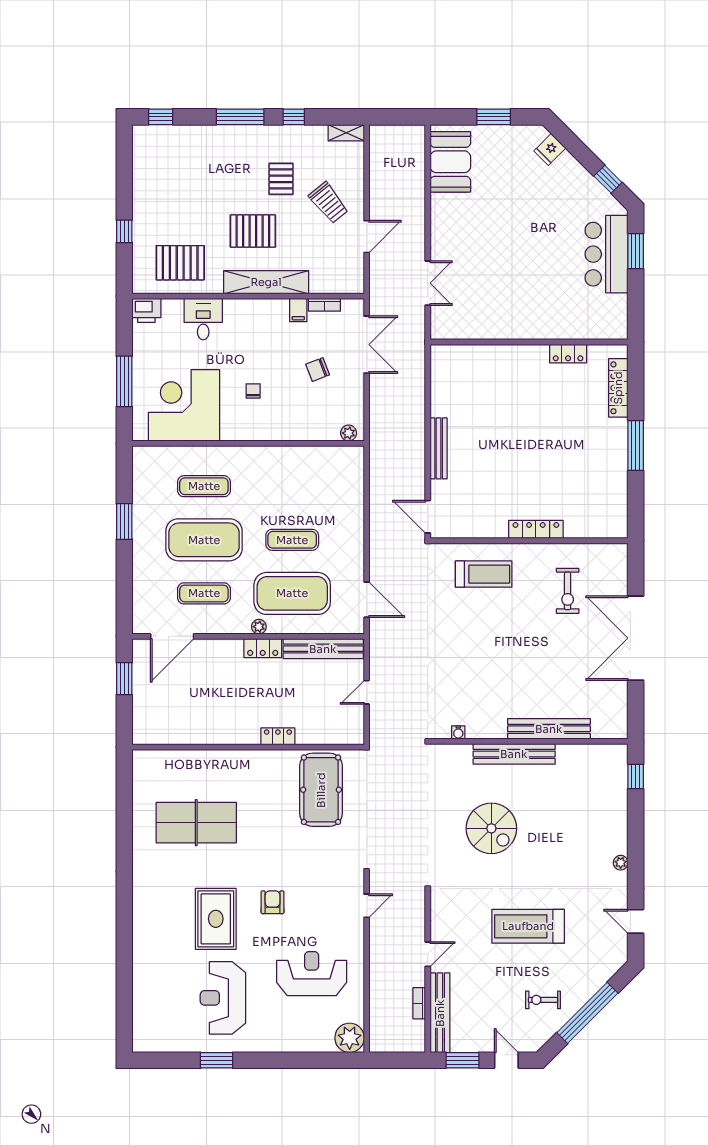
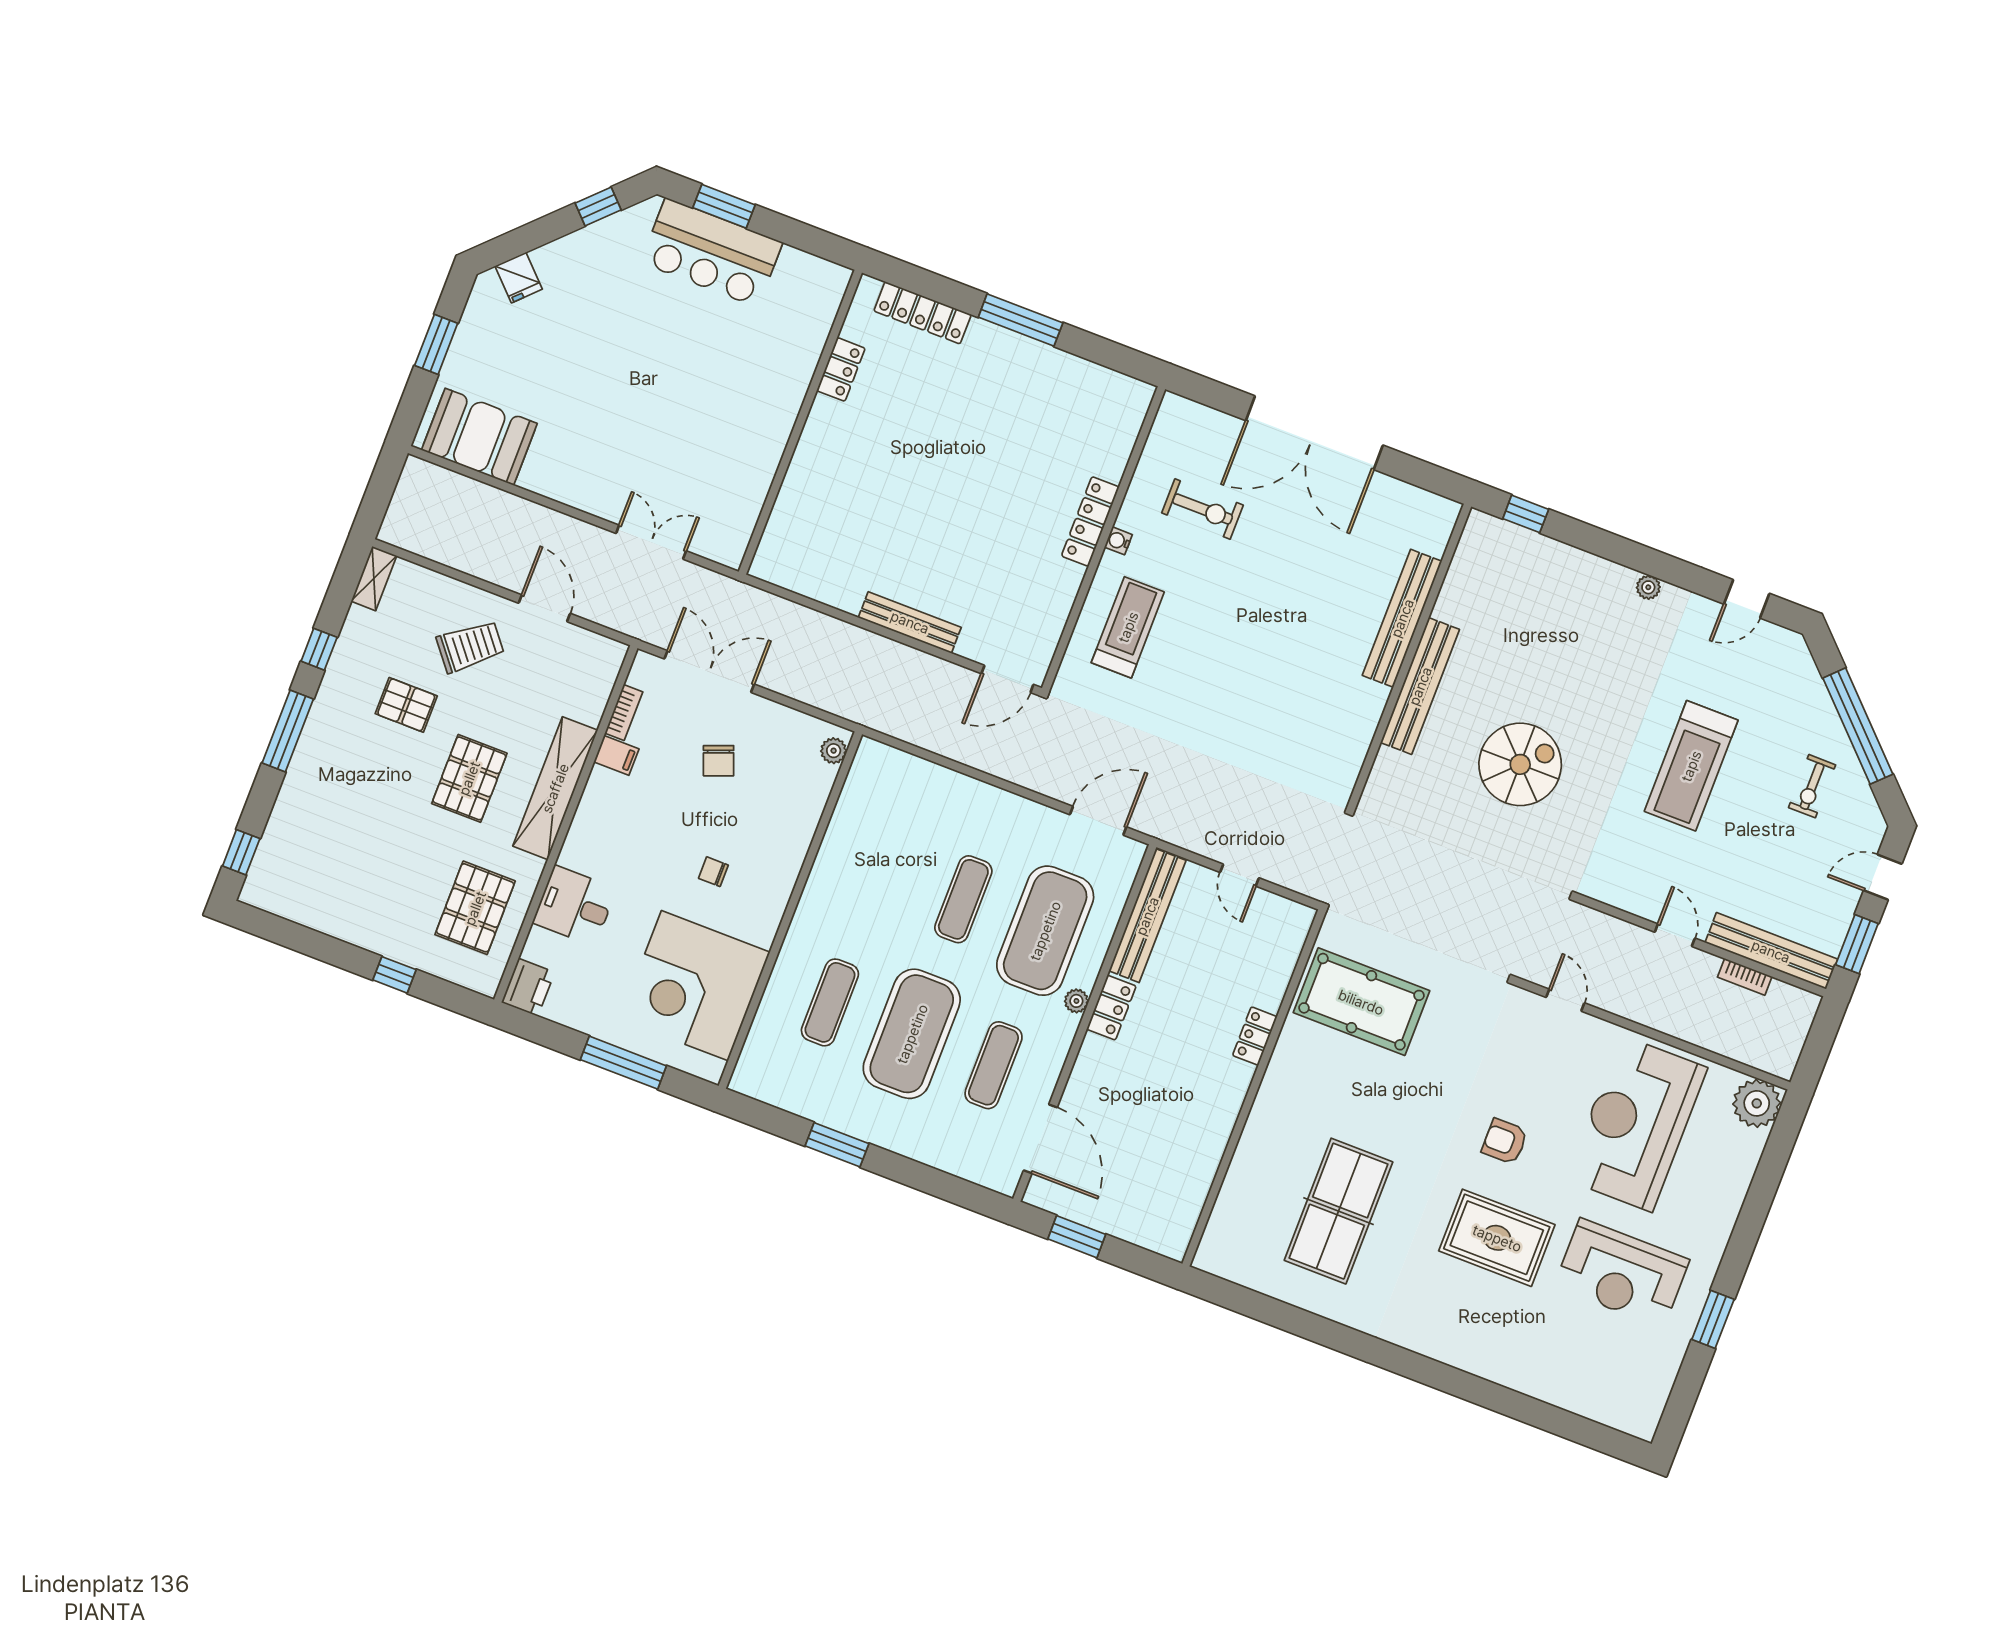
water cooler: (458, 732) -> (1118, 541), moved, turned 180
reception desk: (312, 974) -> (1637, 1124), width x1.36, depth x1.30

